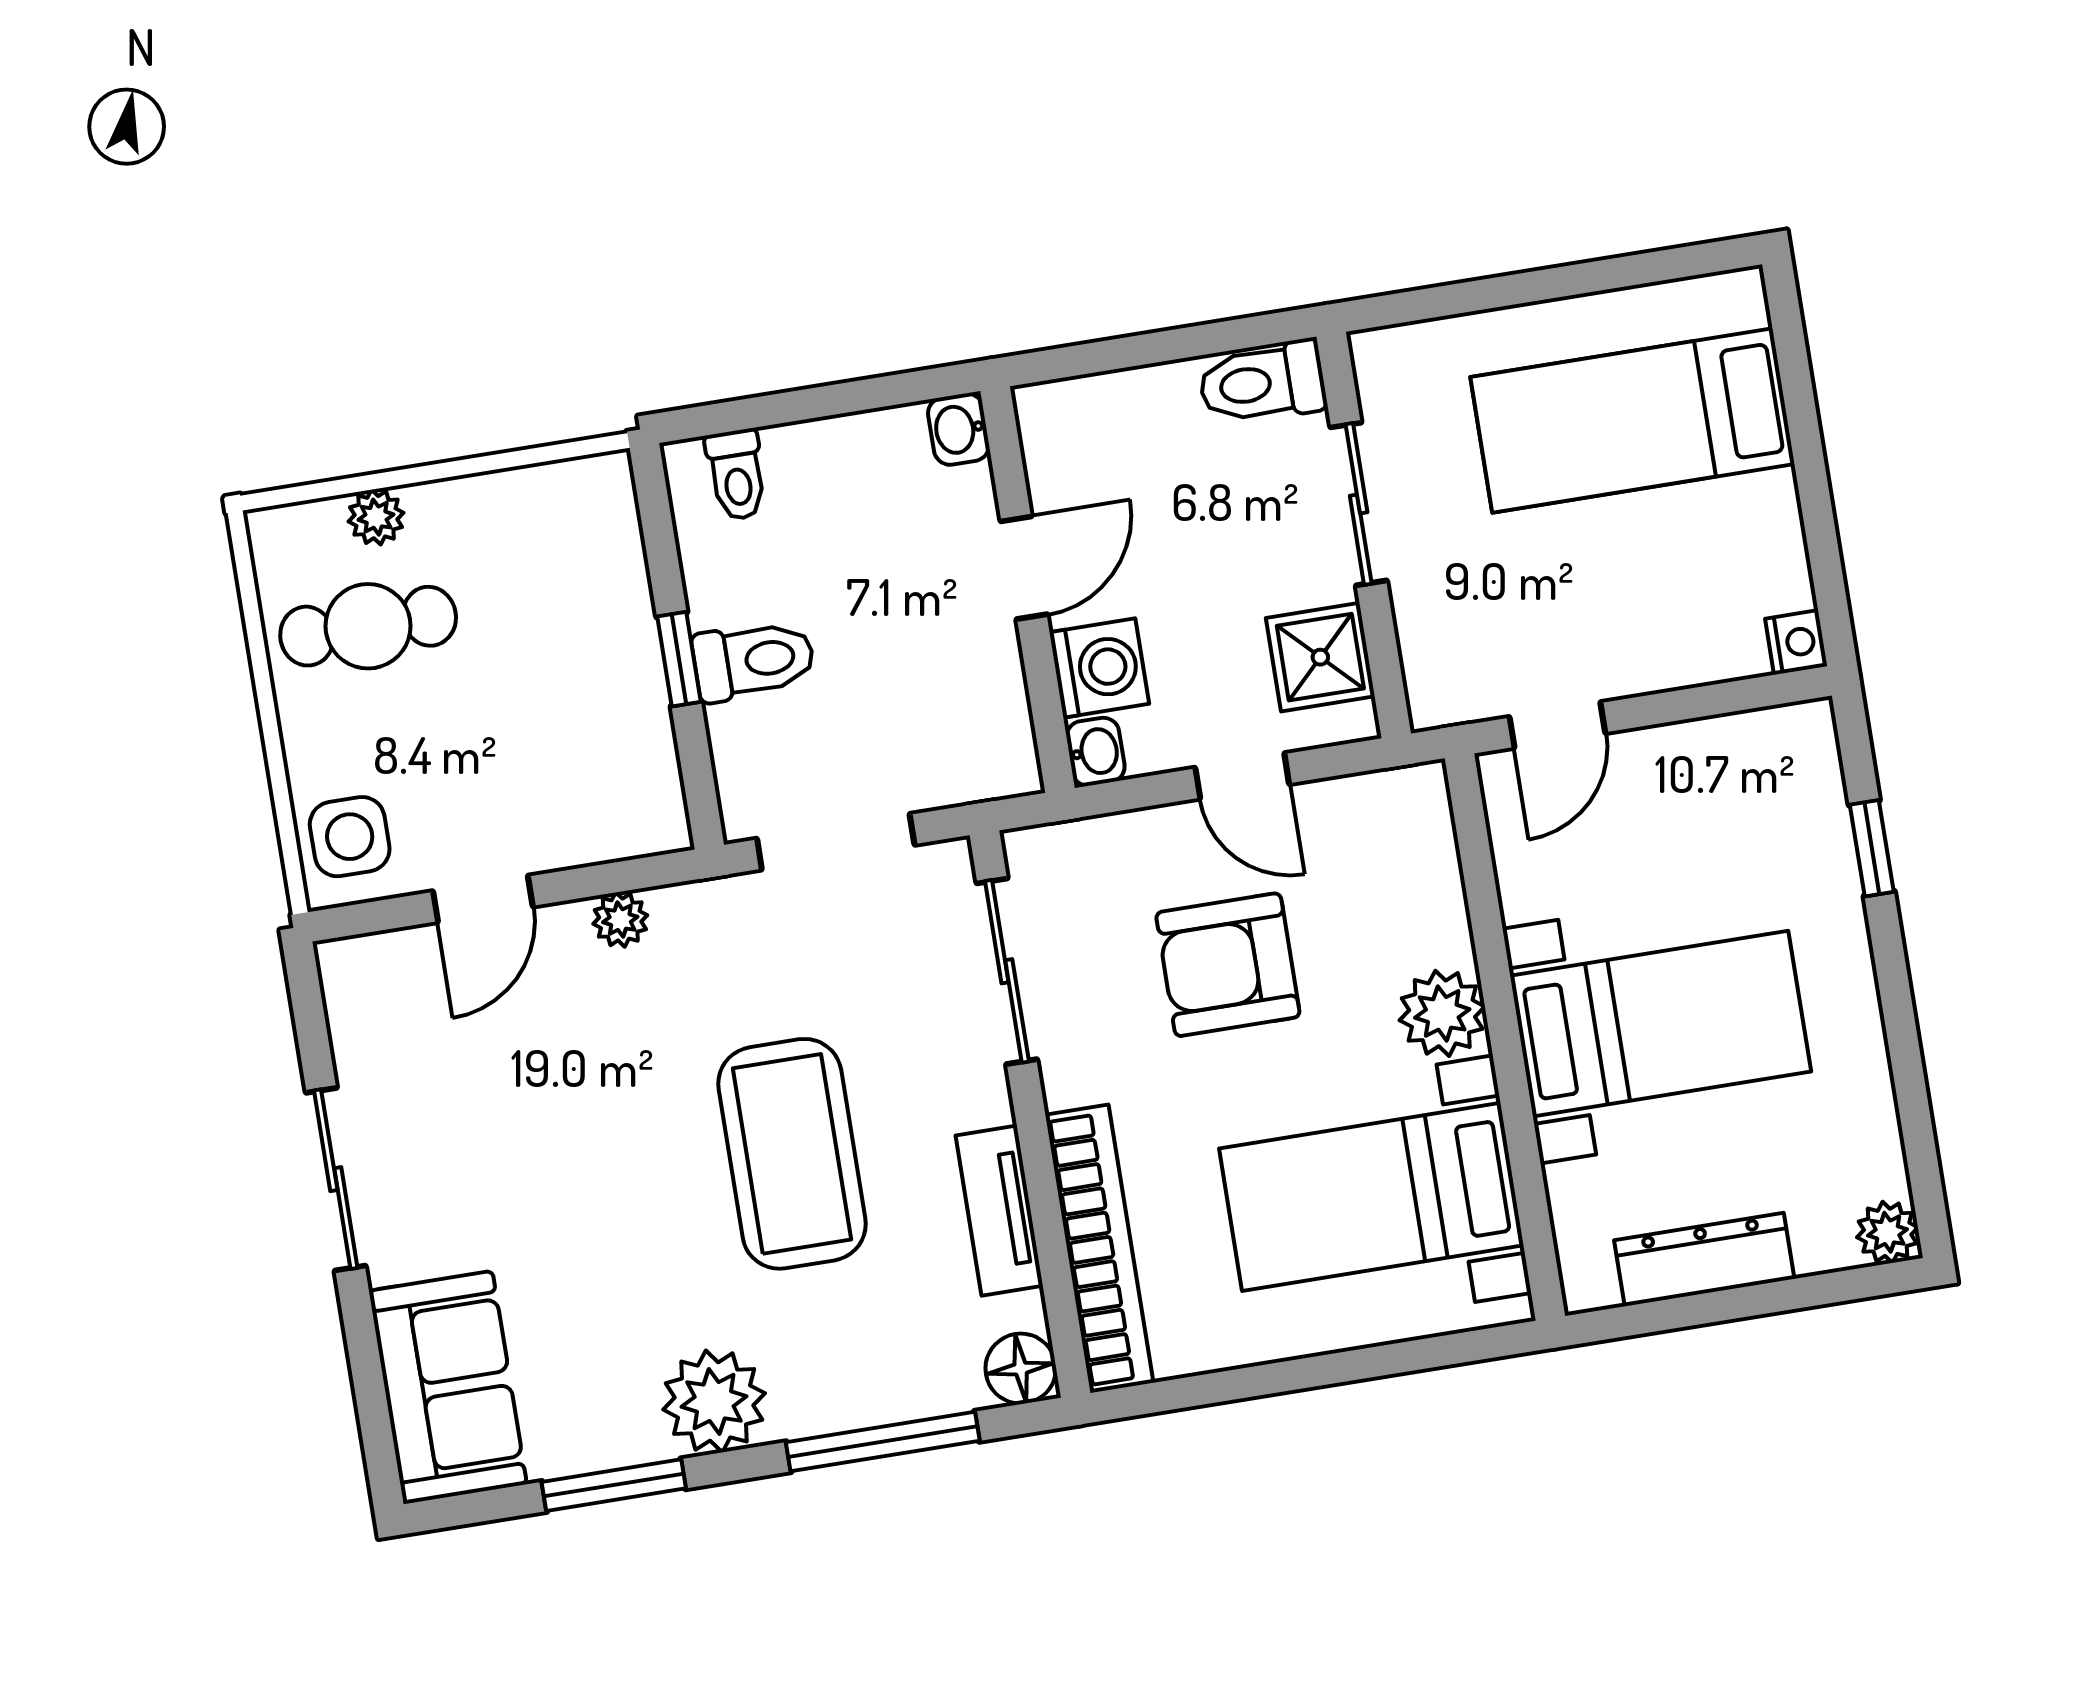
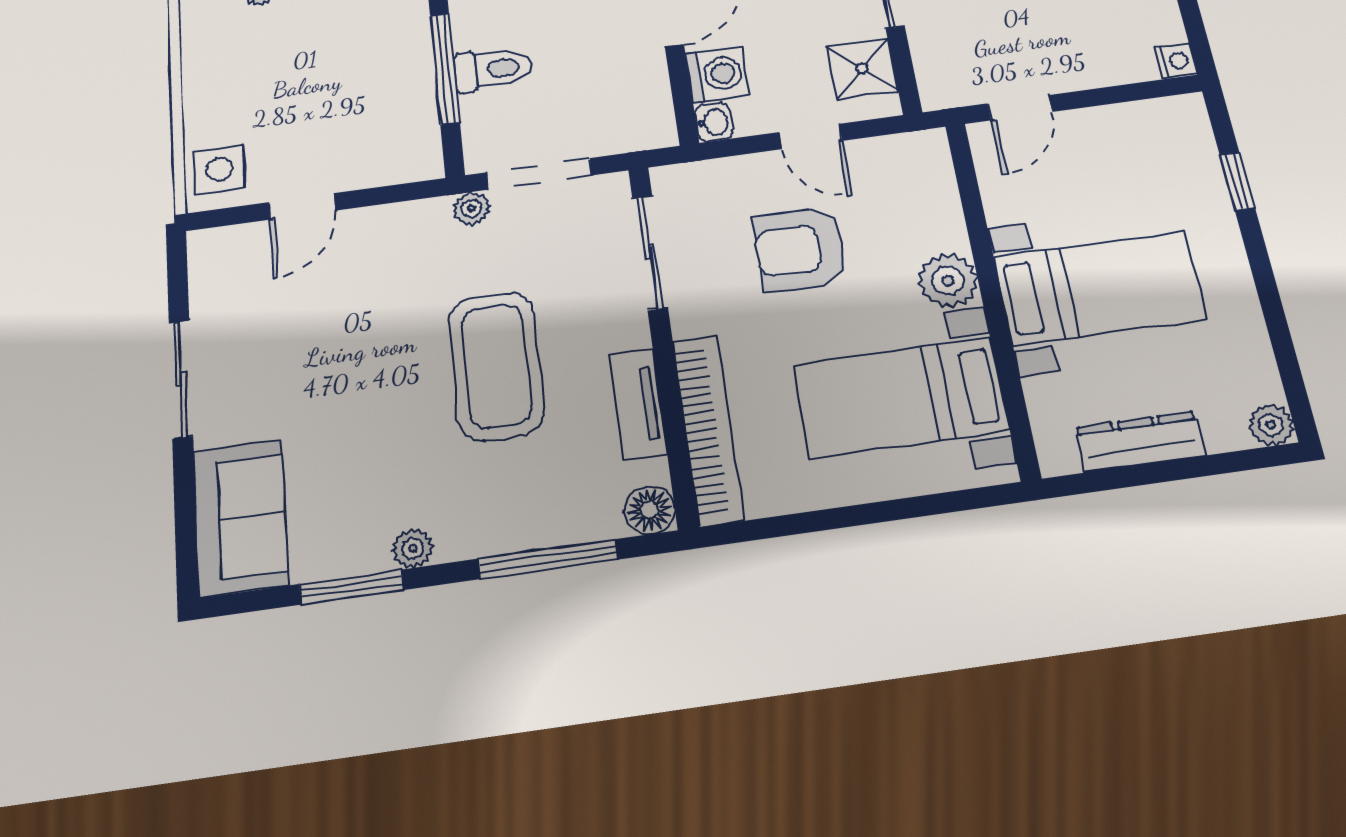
cafe table: (368, 626) -> (248, 49), removed
window: (679, 659) -> (445, 68), width x2.17
plant: (620, 920) -> (471, 208), moved
plant: (714, 1401) -> (413, 549), width x0.53, depth x0.53

